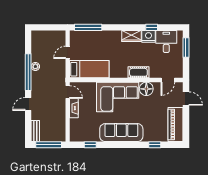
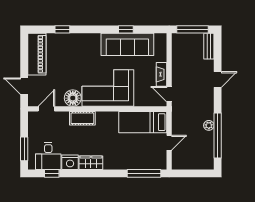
window: (152, 27) -> (52, 173), moved
window: (28, 72) -> (218, 135), moved
sofa: (121, 133) -> (127, 44), moved
window: (90, 145) -> (126, 29), moved

